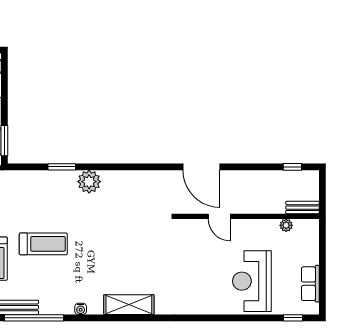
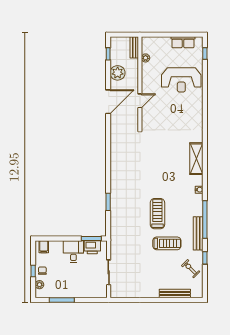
door: (201, 167) -> (108, 102), moved
plant: (89, 182) -> (118, 73), moved

